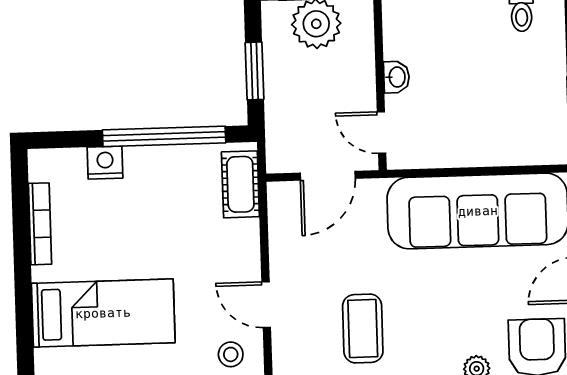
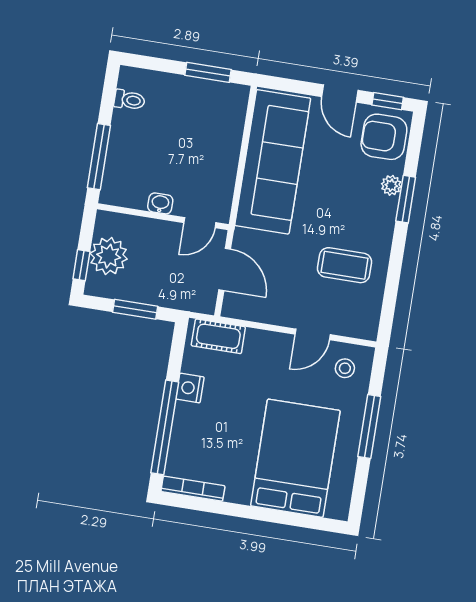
window: (164, 136) -> (165, 427), moved
nightstand: (105, 163) -> (190, 388), moved
bookcase: (40, 224) -> (193, 489), moved
bed: (103, 313) -> (295, 458), width x1.50

